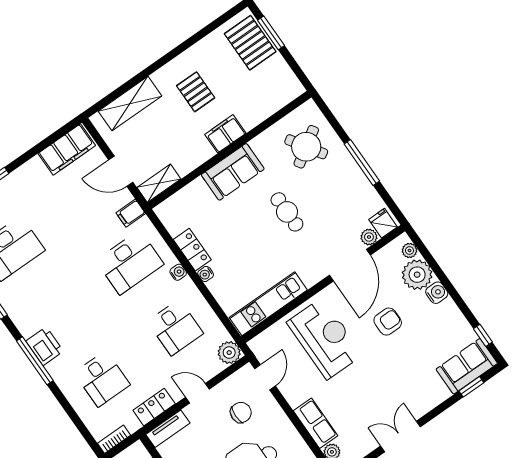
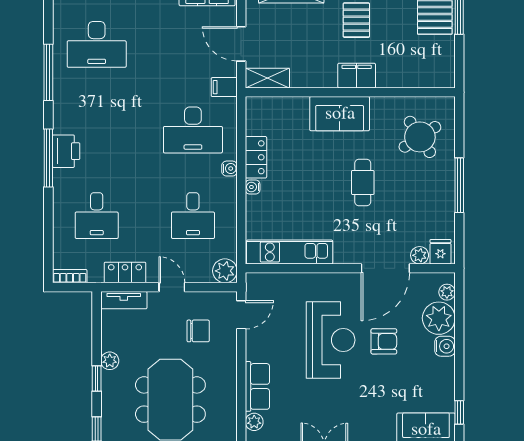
reception desk: (325, 339) -> (331, 340), moved

